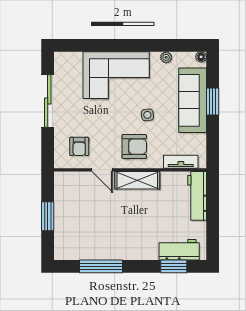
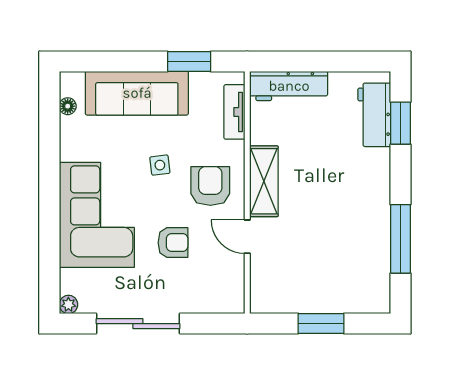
plant: (166, 57) -> (68, 304), moved
floor lamp: (201, 57) -> (68, 106), moved
window: (213, 101) -> (189, 61), moved
armchair: (79, 146) -> (173, 243), moved
door: (102, 170) -> (247, 237), swing flipped

